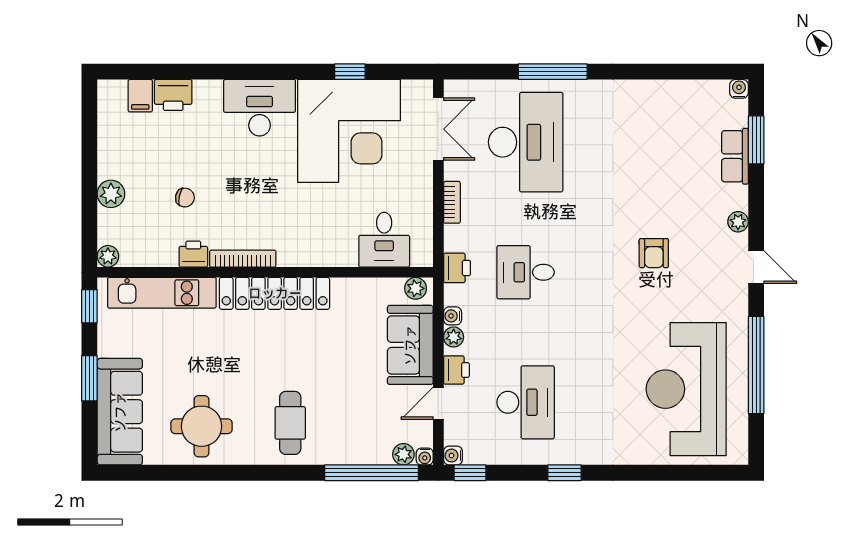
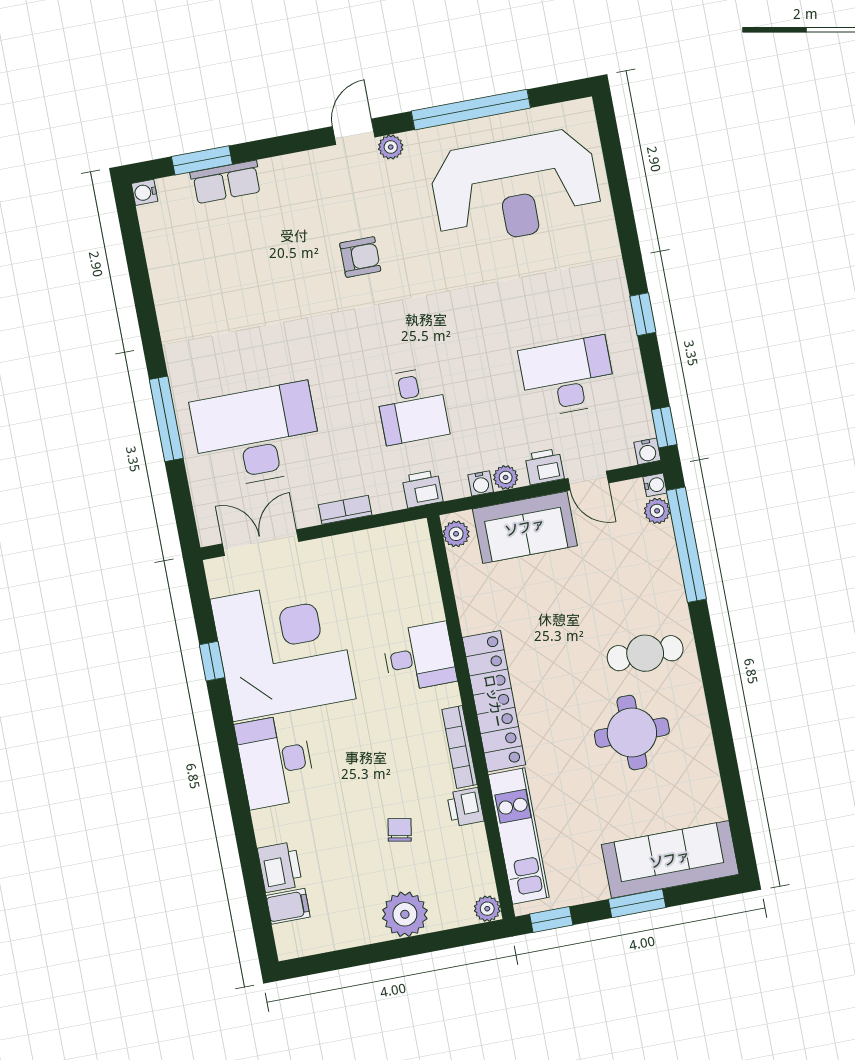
plant: (111, 194) -> (405, 914), width x1.36, depth x1.36
plant: (738, 222) -> (391, 147), moved
desk: (384, 240) -> (419, 657), moved
round table: (202, 426) -> (632, 733), moved

